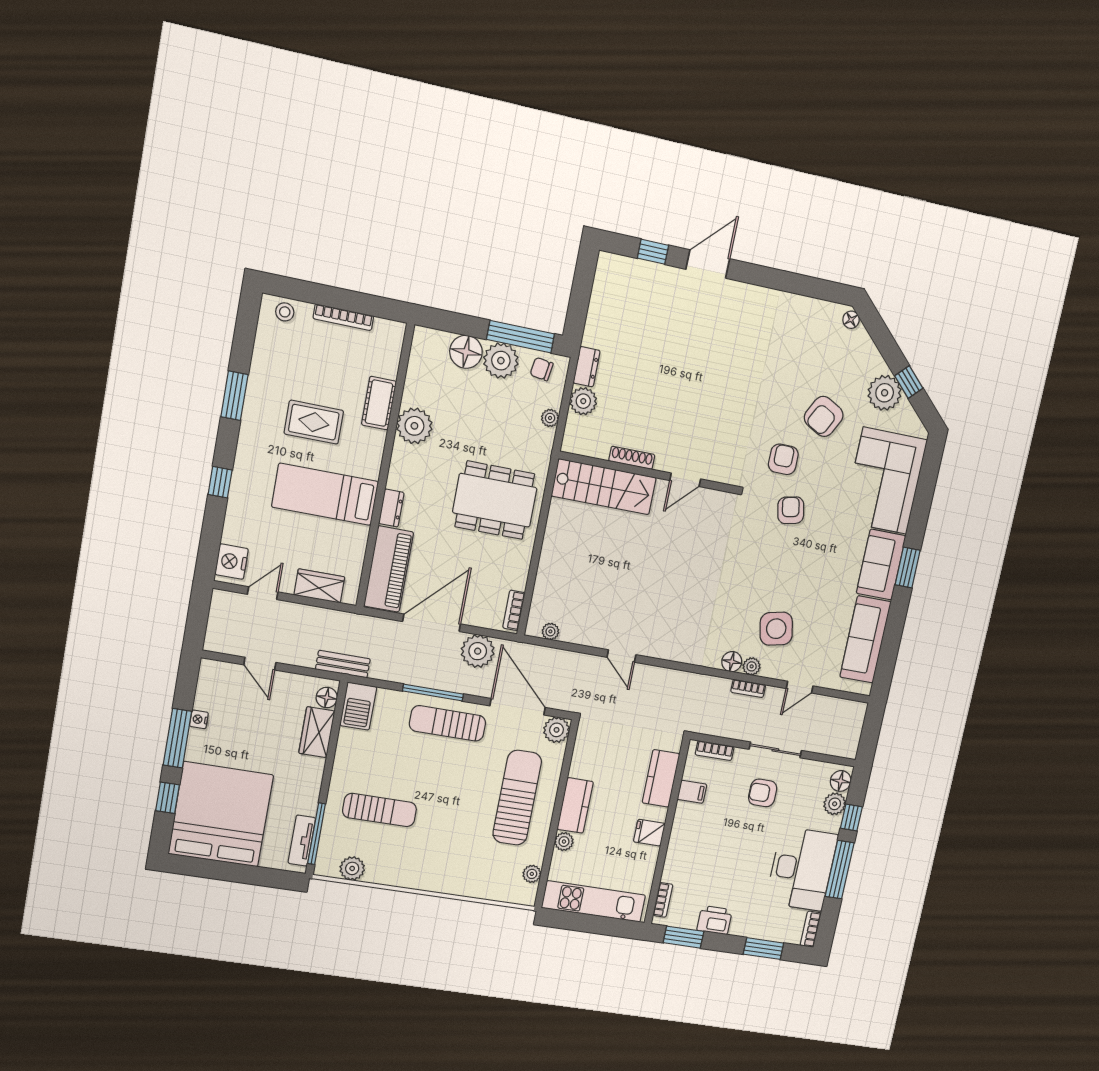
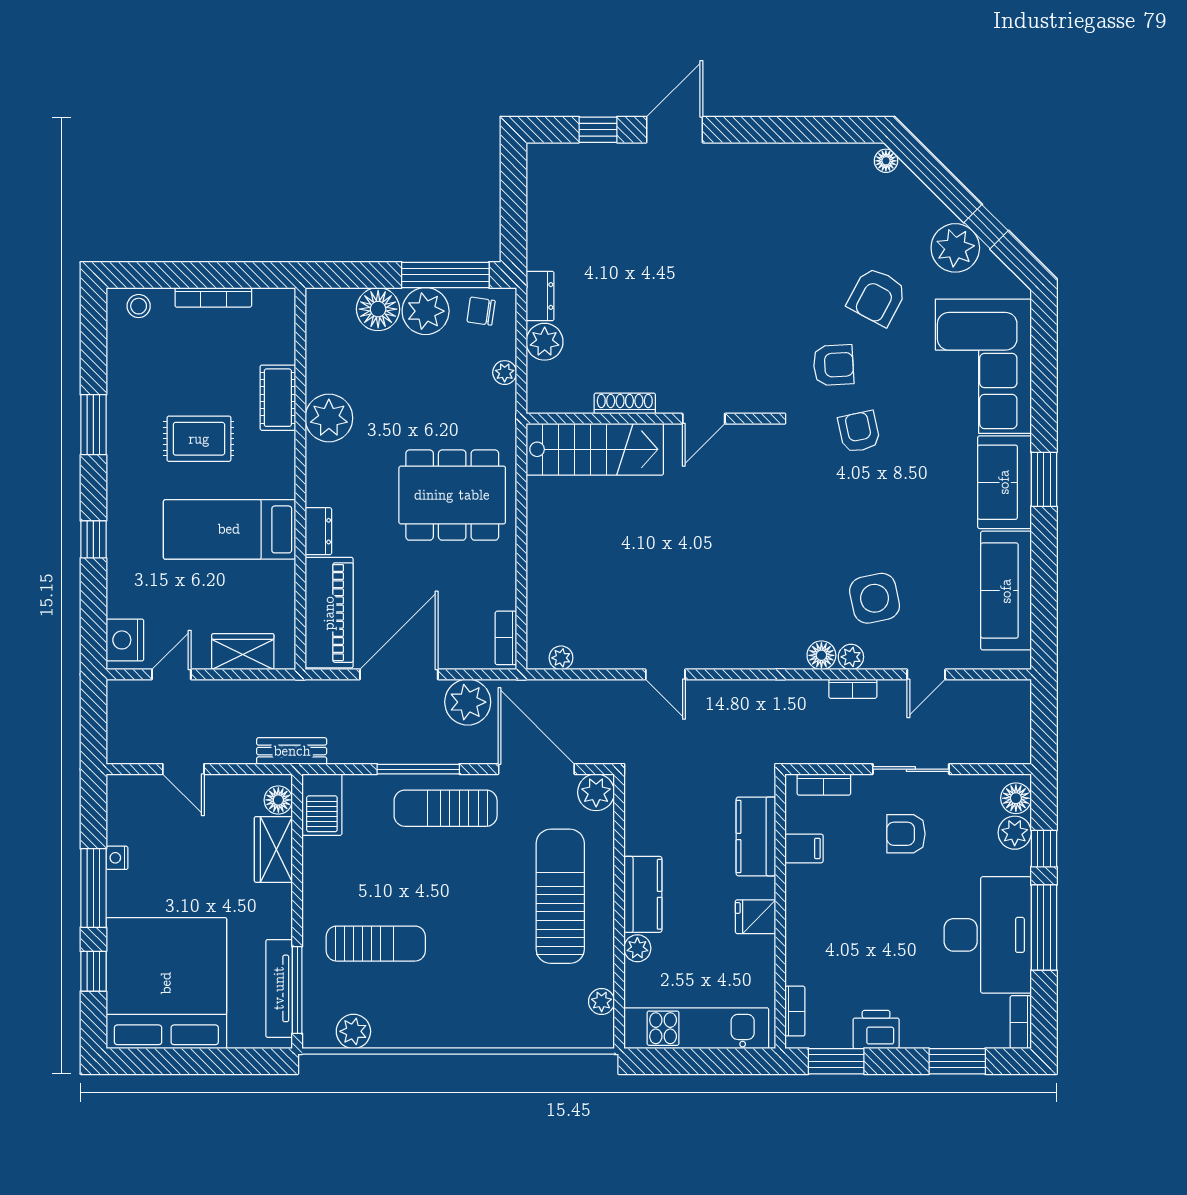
armchair: (783, 459) -> (833, 365), turned 87
tv unit: (302, 841) -> (279, 988), width x1.41

